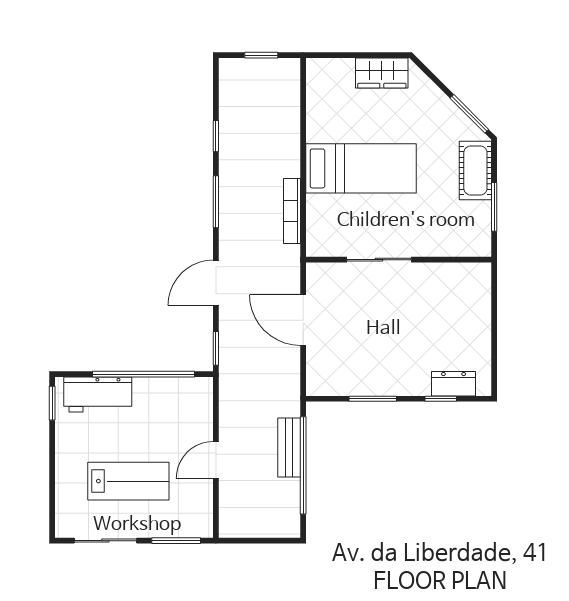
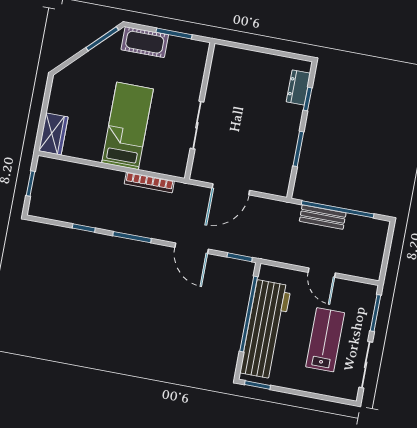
wardrobe: (382, 73) -> (53, 134), moved
workbench: (98, 394) -> (266, 329), width x1.88, depth x1.32

